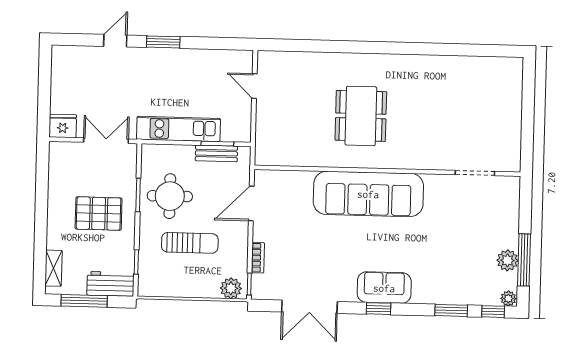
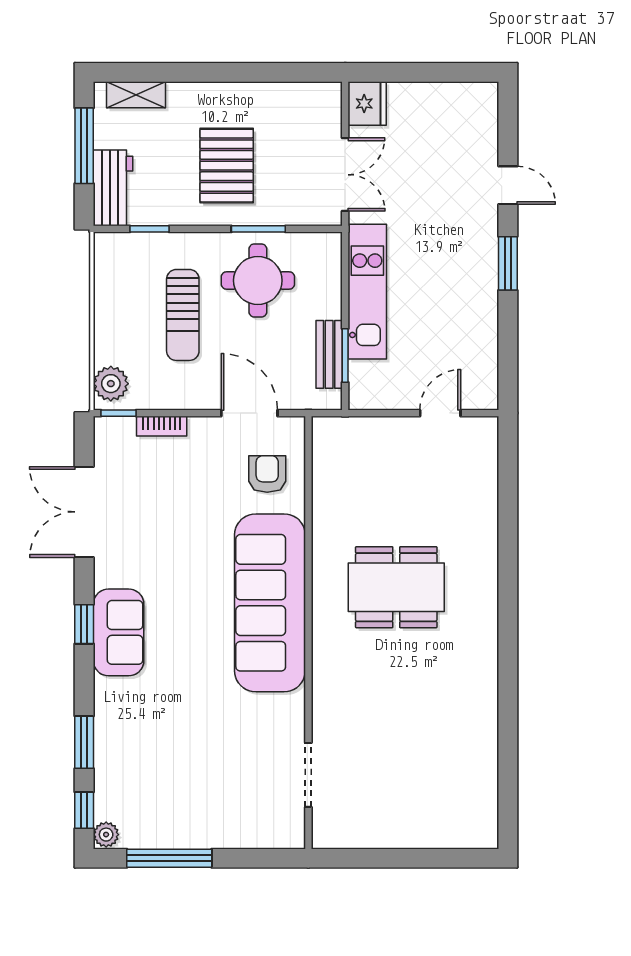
armchair: (289, 194) -> (267, 474), added
plant: (508, 260) -> (168, 832), removed

